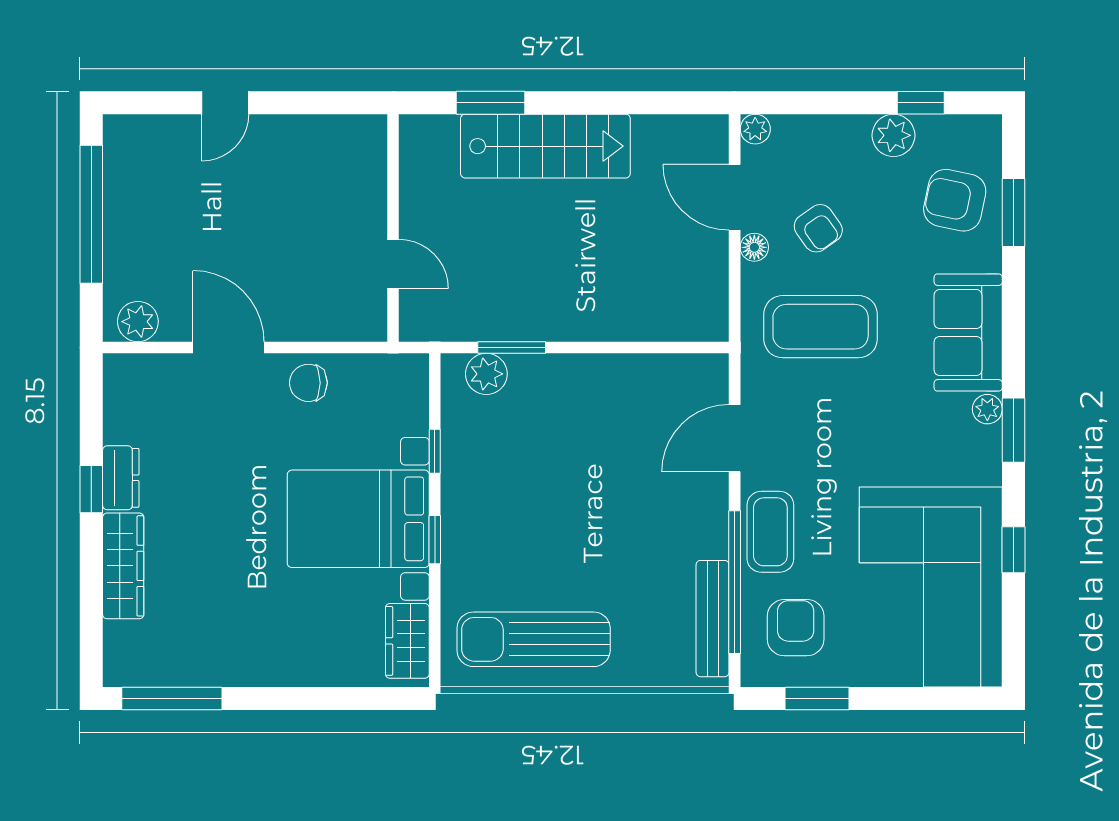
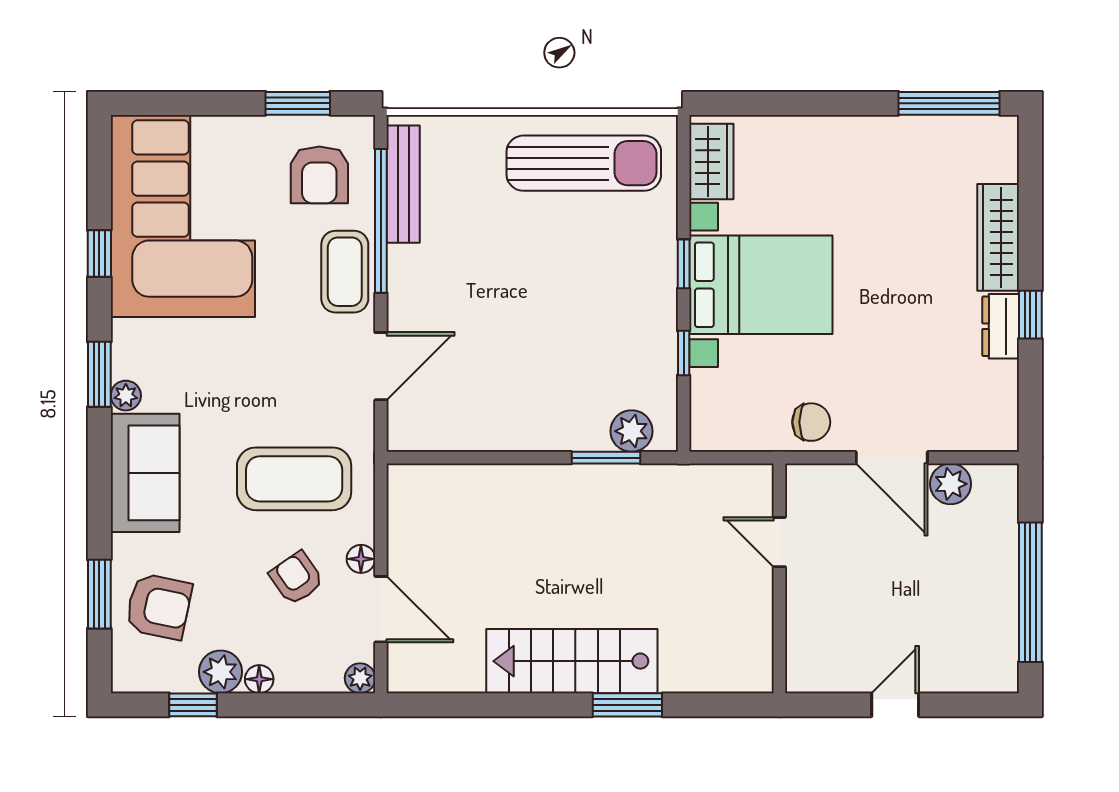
floor lamp: (855, 128) -> (259, 679), added
wall: (393, 228) -> (779, 578), moved
door: (393, 264) -> (779, 542), moved
plant: (138, 322) -> (951, 484), moved

